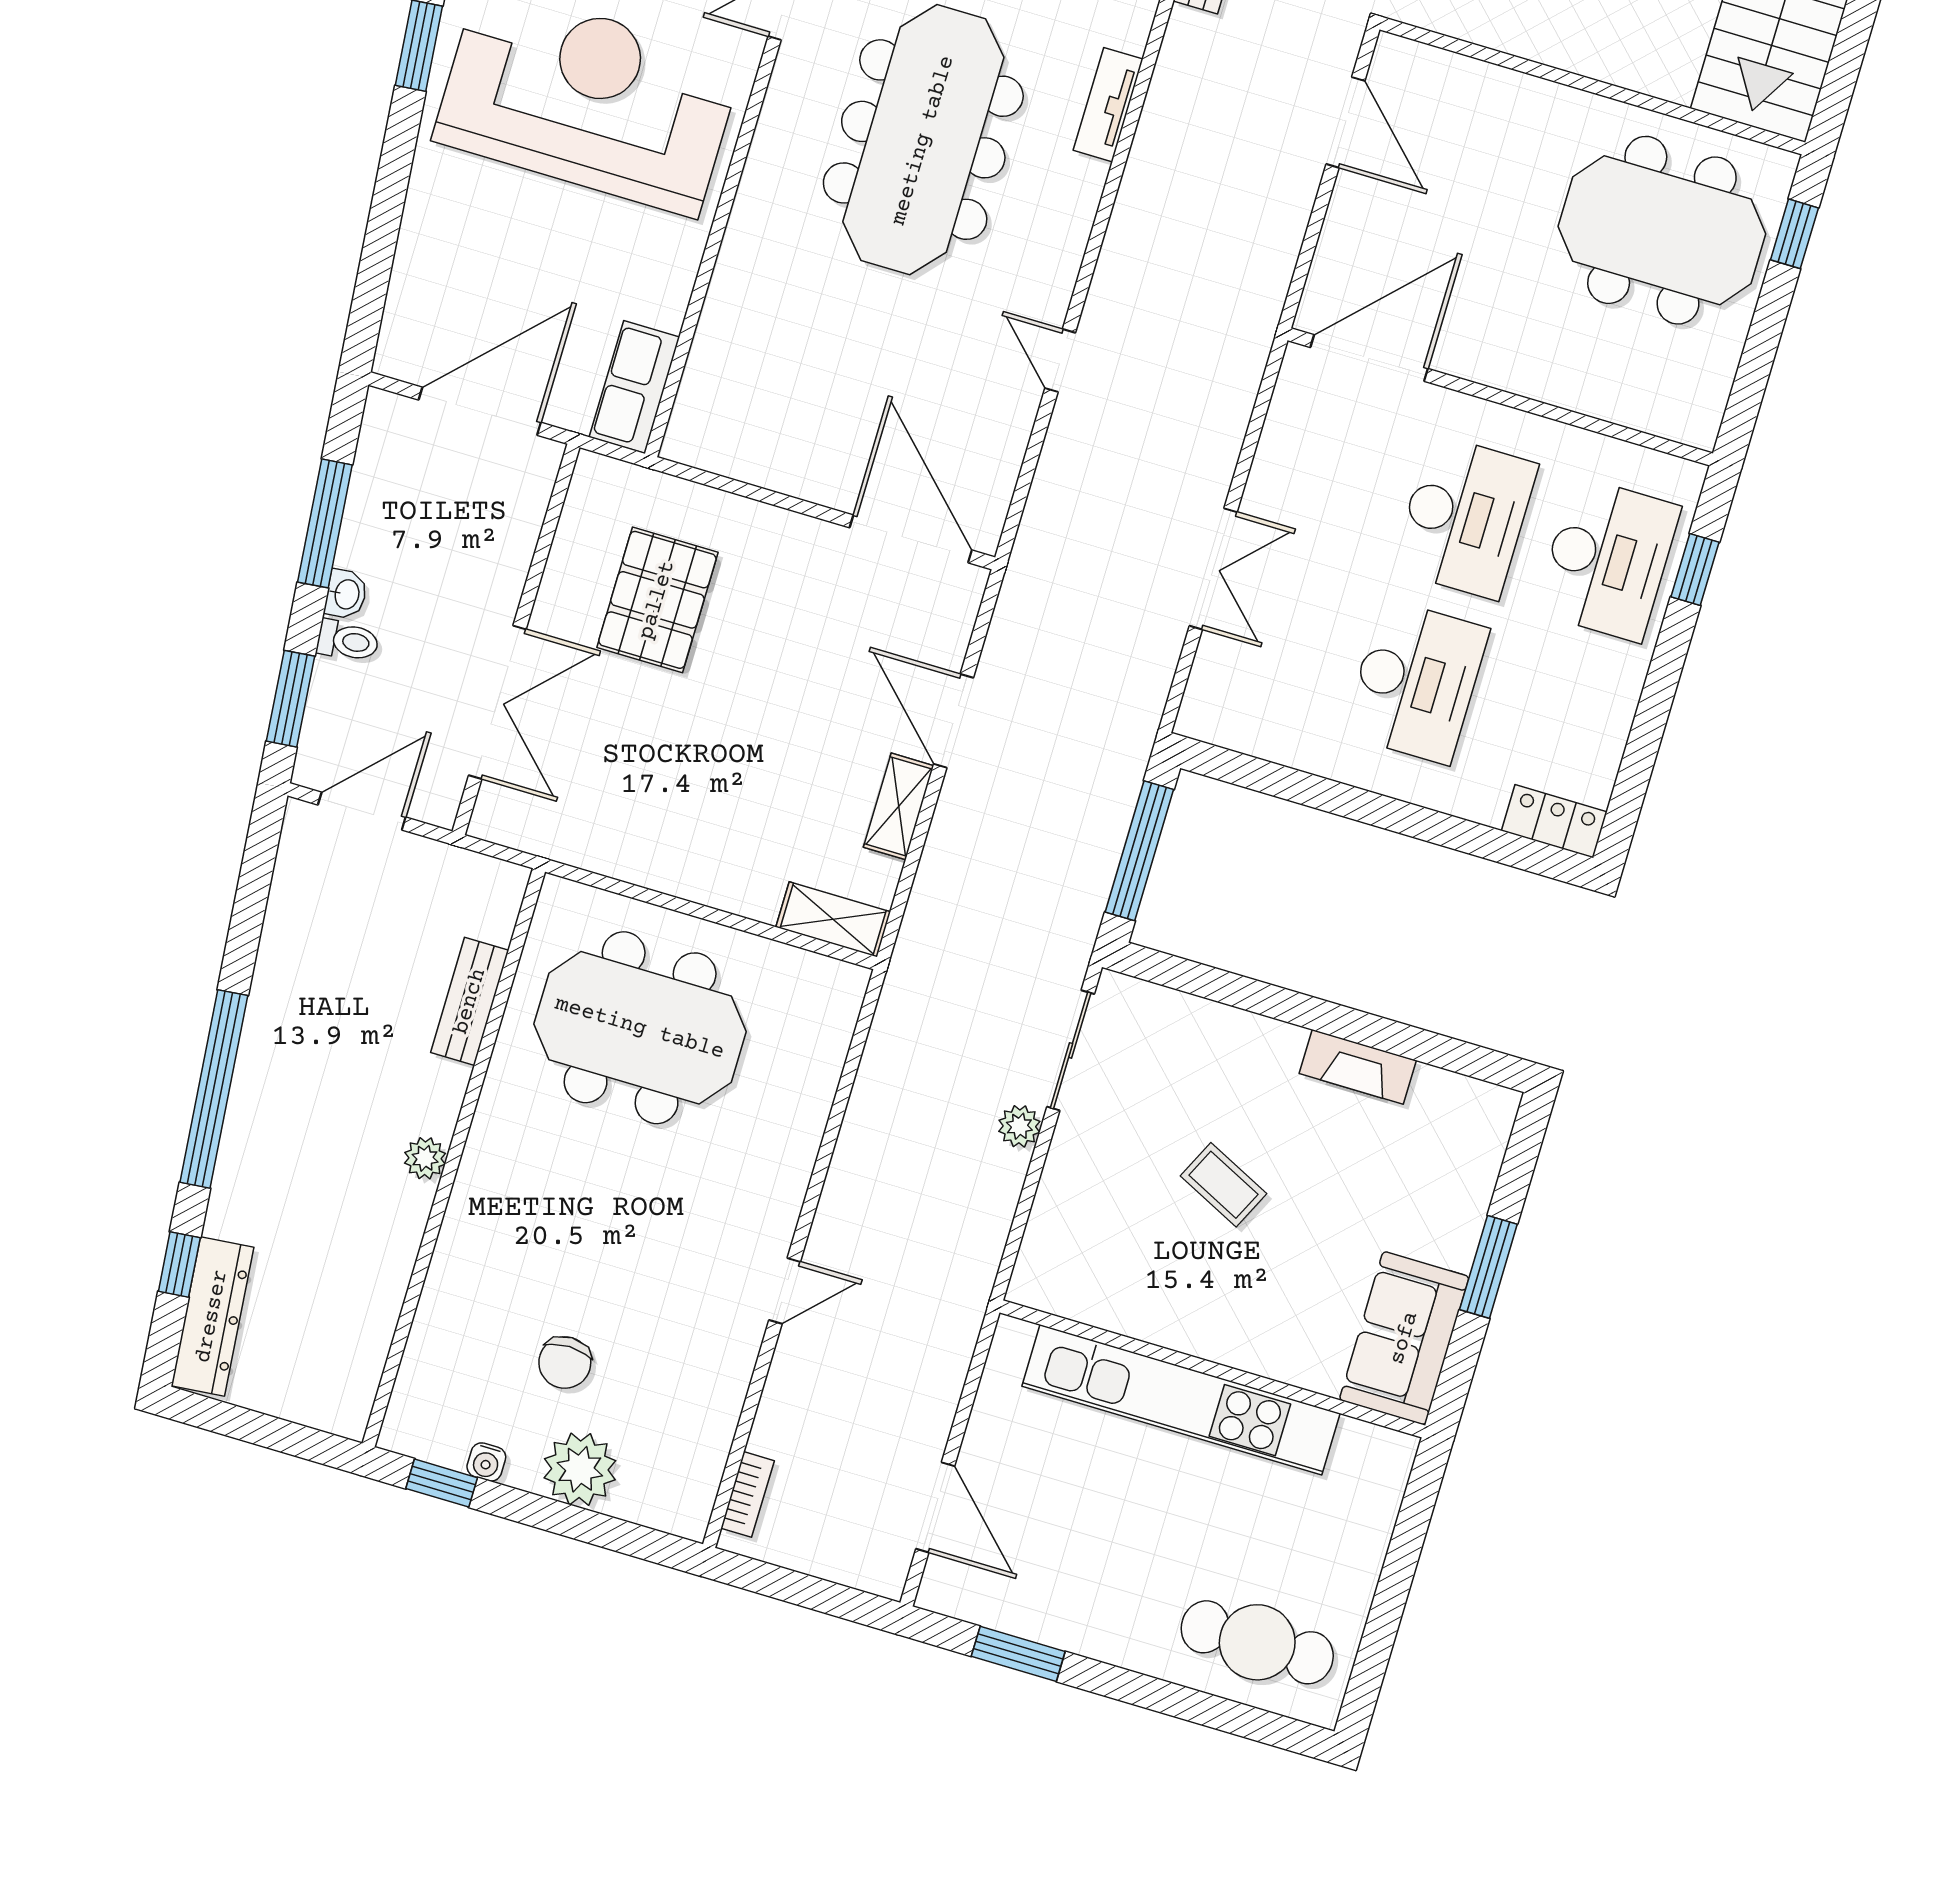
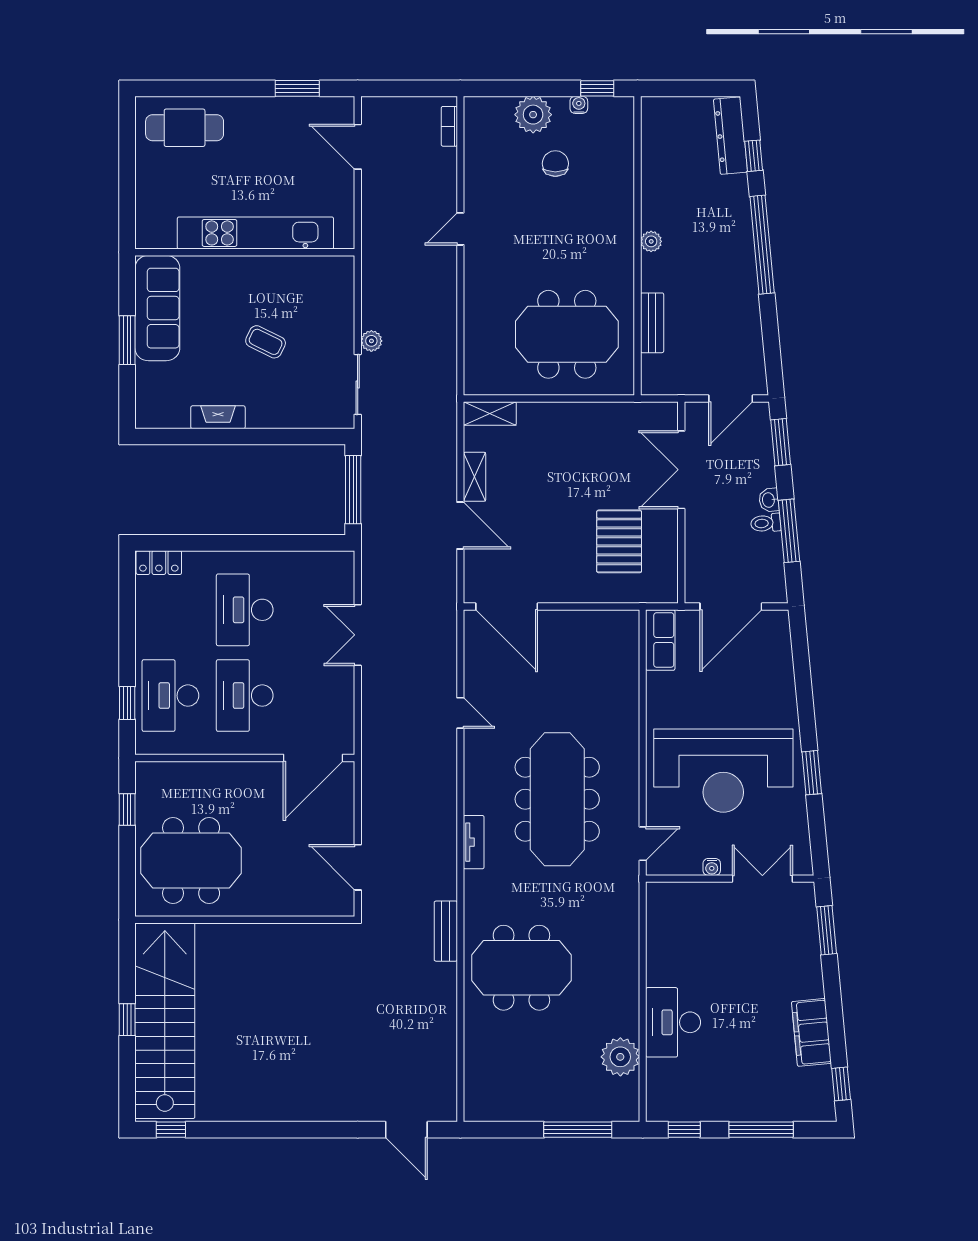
window: (1794, 234) -> (127, 809), moved
toilet: (348, 641) -> (766, 523), moved
sofa: (1404, 1338) -> (157, 308), width x1.36

